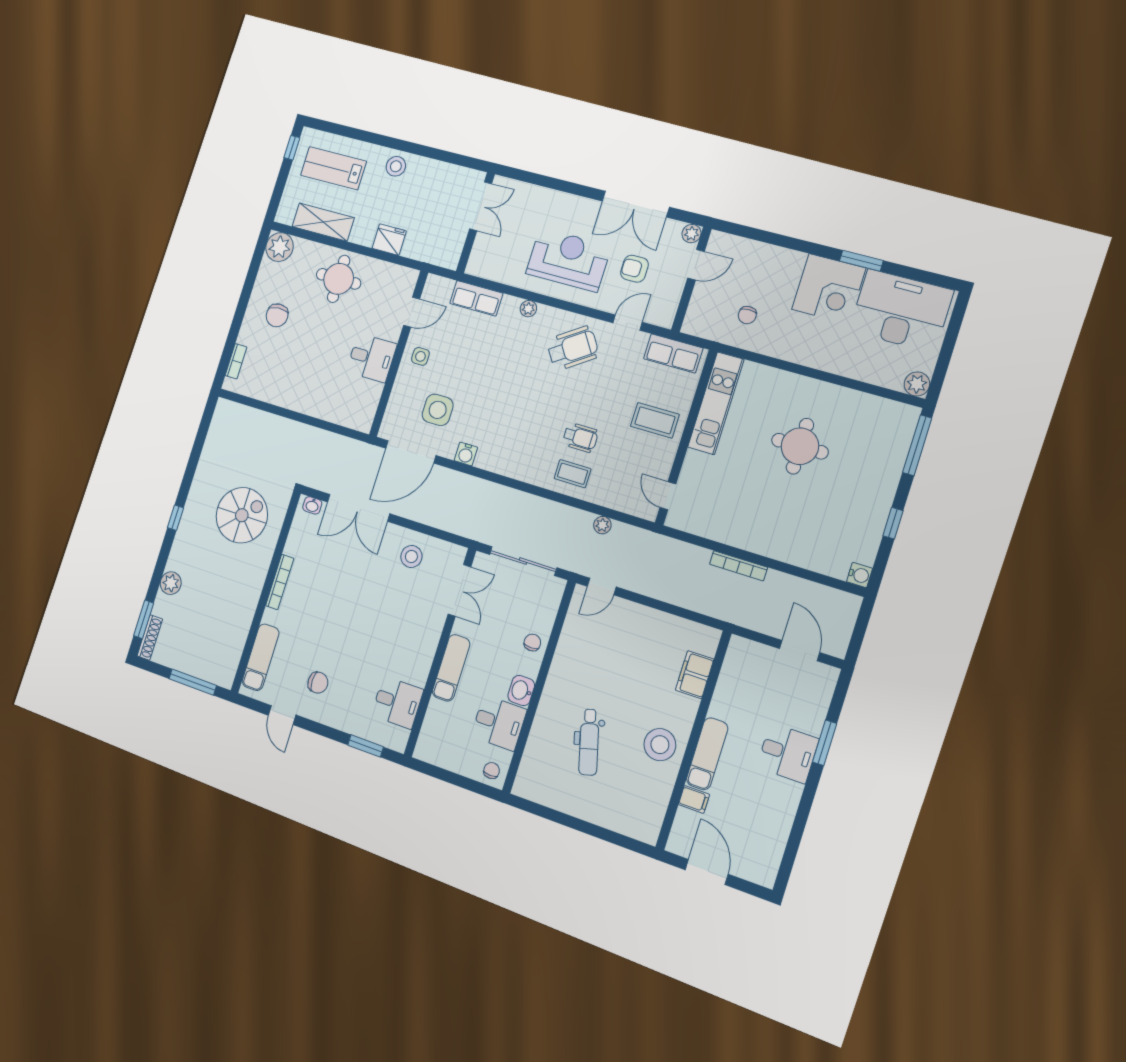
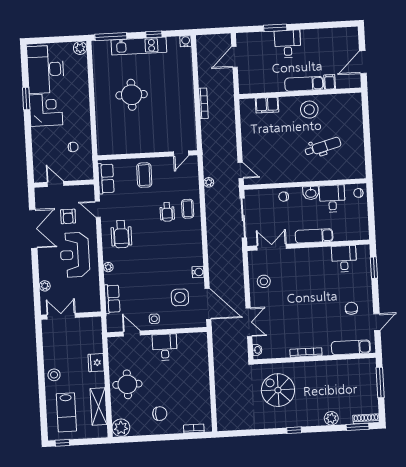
plant: (691, 234) -> (45, 286), moved
wheelchair: (573, 348) -> (121, 234), turned -146
kitchen unit: (716, 403) -> (139, 46), moved, turned 180
wheelchair: (580, 437) -> (167, 212), turned 180
double door: (358, 508) -> (249, 322), width x0.73

